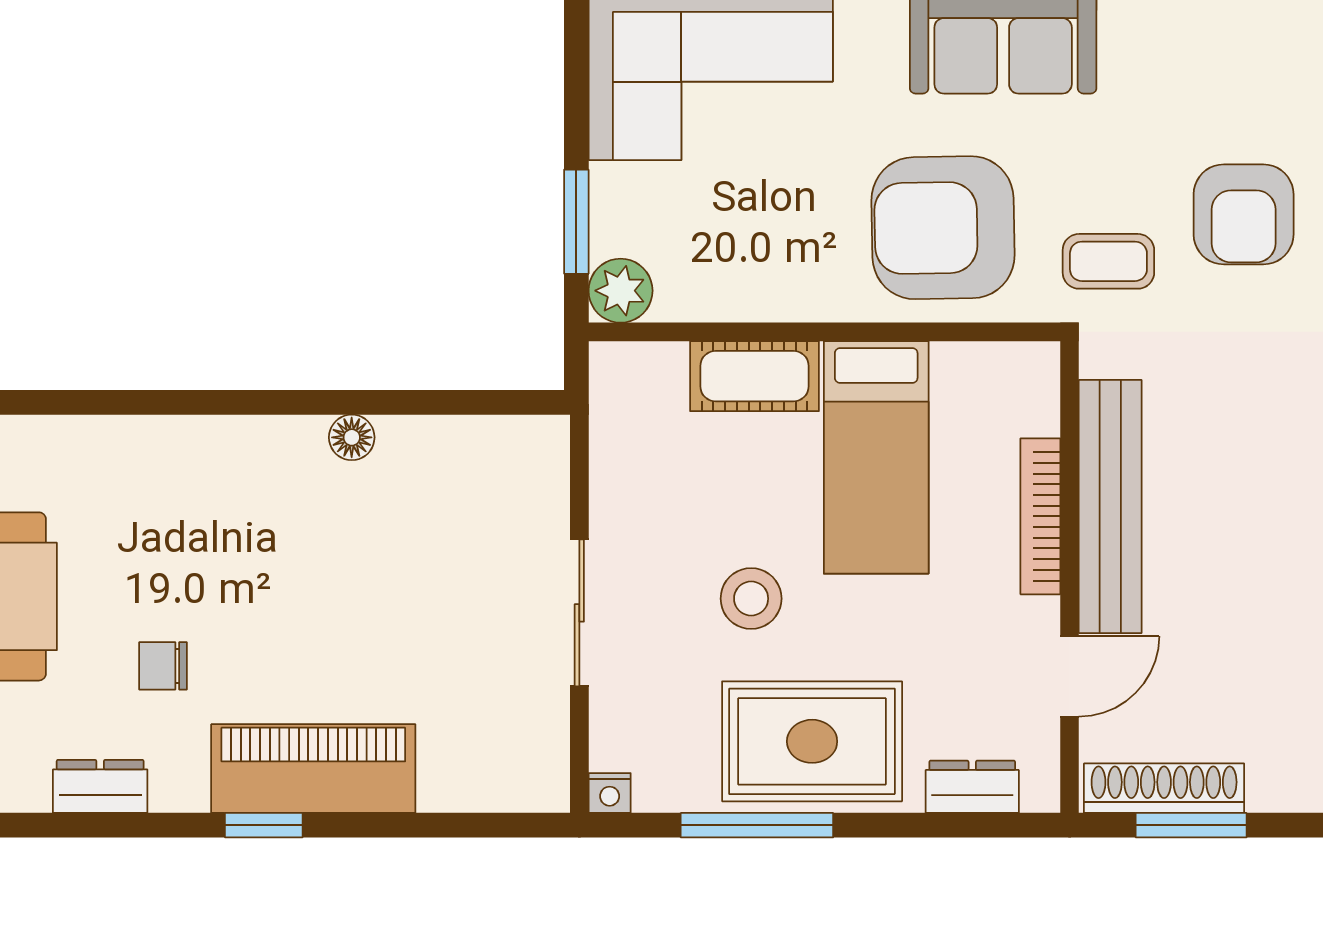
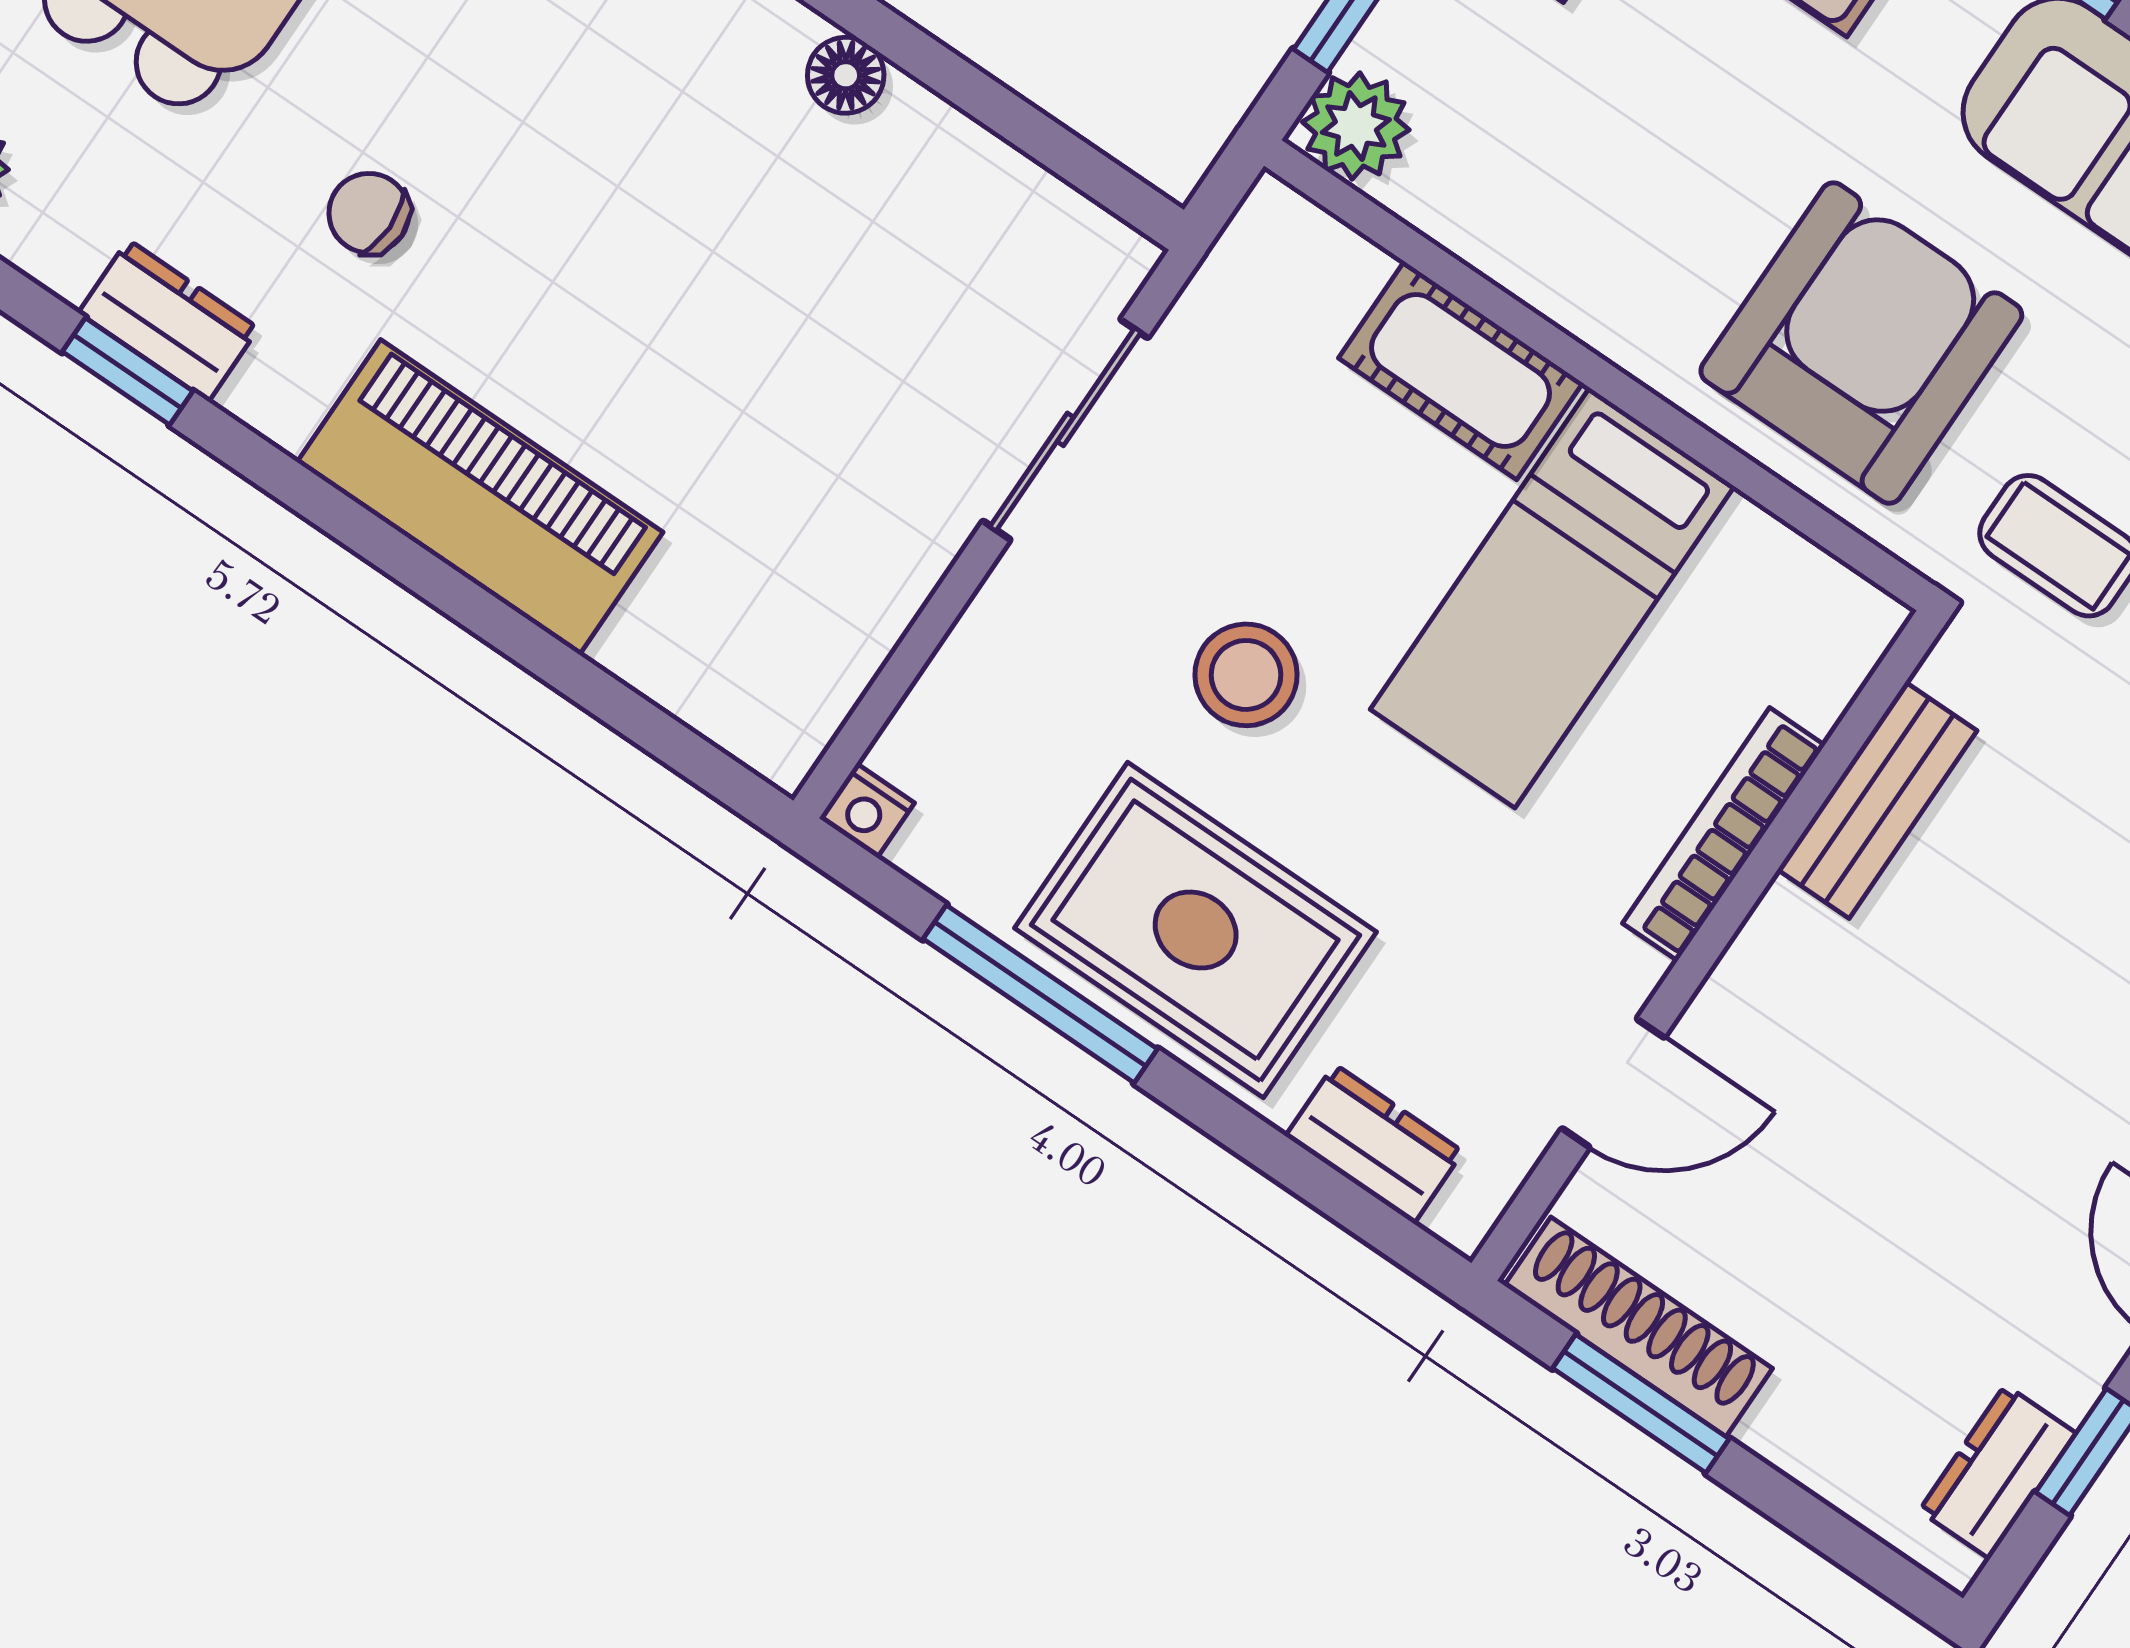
armchair: (943, 228) -> (1861, 343), turned 91
bench: (1110, 507) -> (1877, 800), width x0.54, depth x0.82
sliding door: (579, 613) -> (1065, 429), moved
window: (264, 825) -> (128, 371), moved

